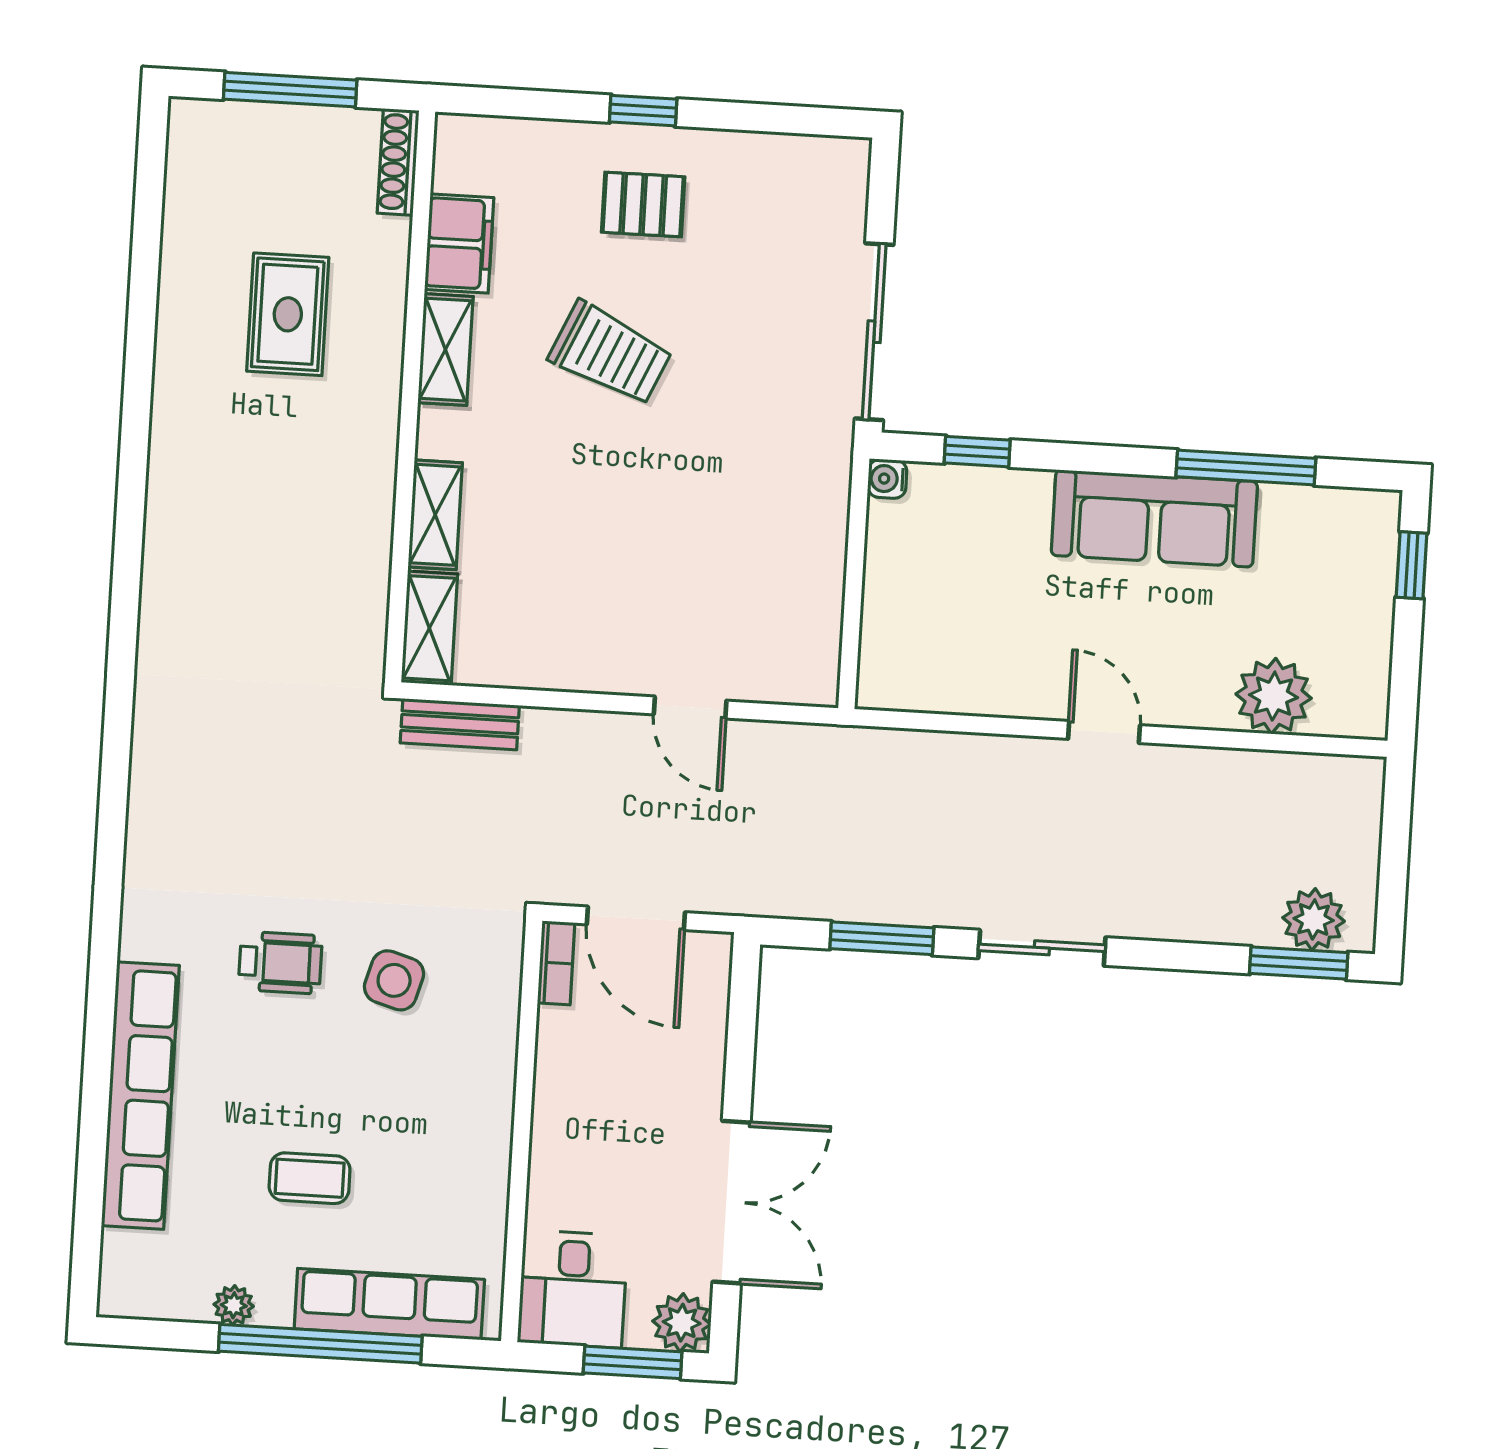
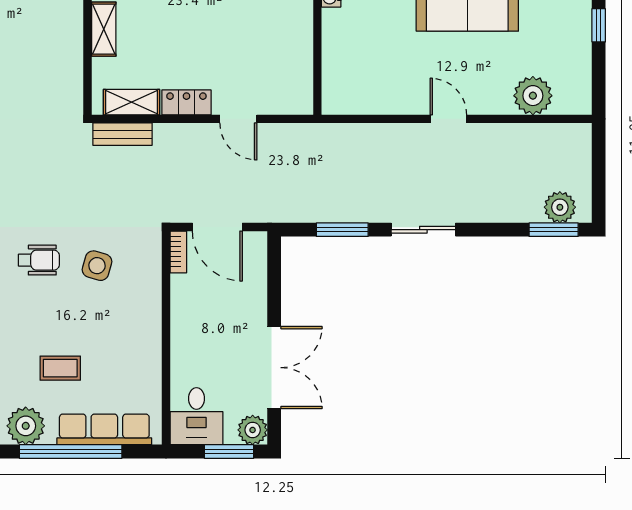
shelving: (429, 628) -> (131, 102), moved, turned 90
locker: (590, 669) -> (186, 102), added
plant: (234, 1305) -> (26, 426), width x1.87, depth x1.87

